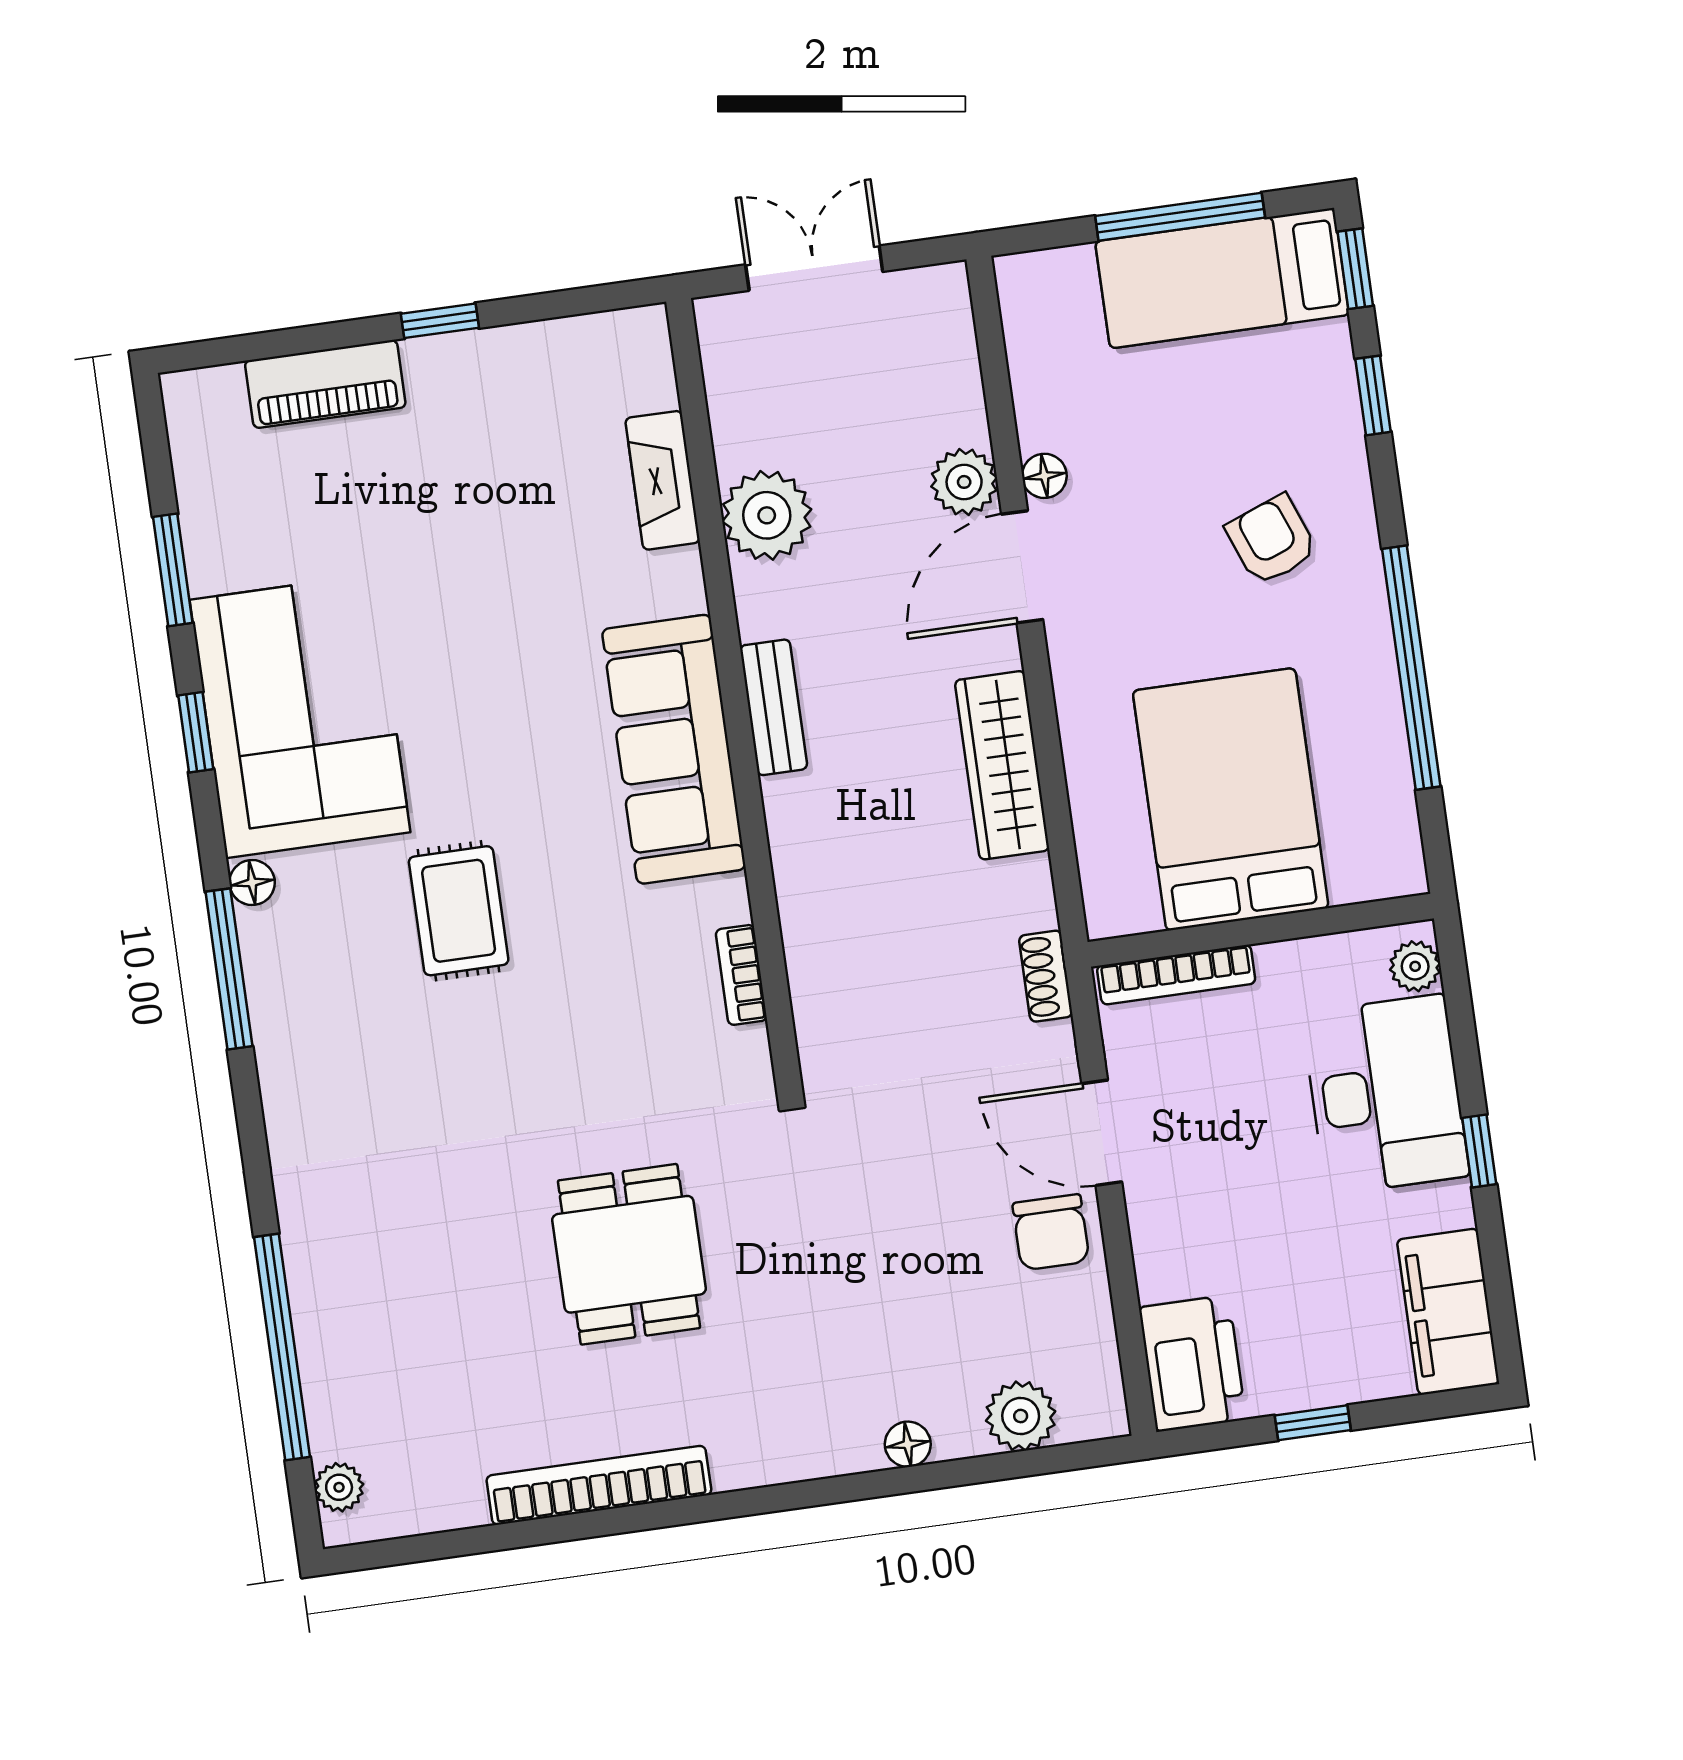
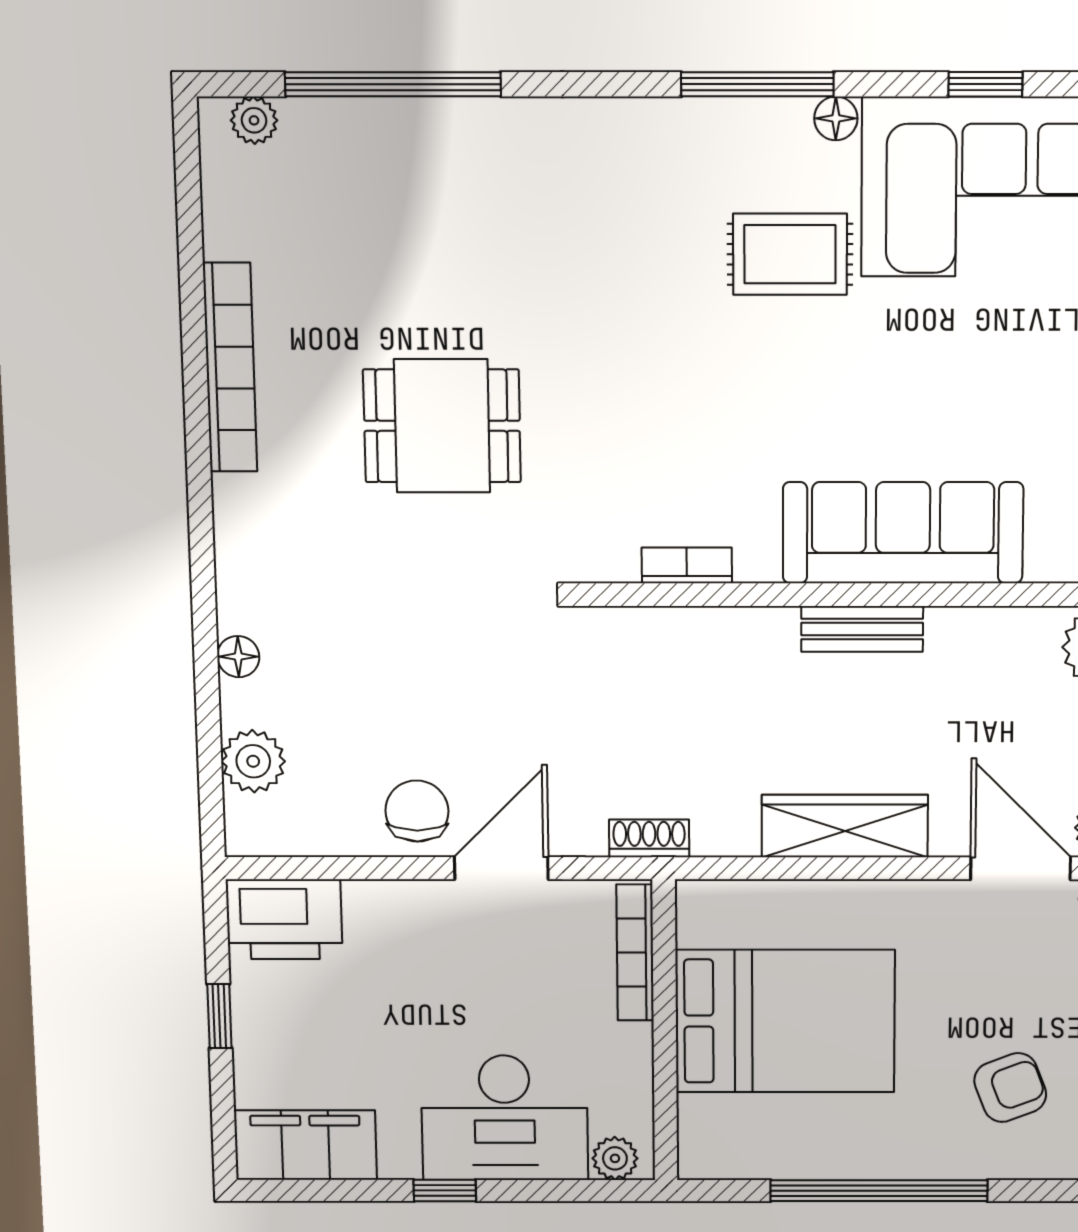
bench: (774, 707) -> (862, 629), moved
rug: (459, 911) -> (790, 254), moved
chair: (1051, 1232) -> (417, 811), turned 90

